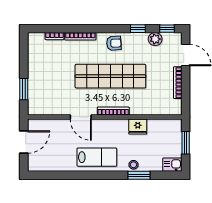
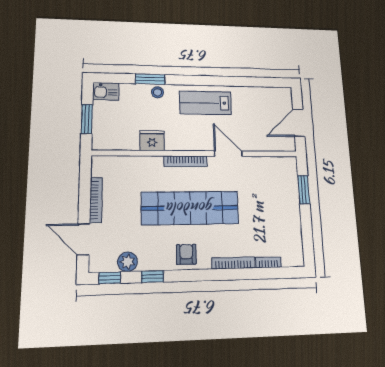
armchair: (114, 43) -> (186, 254), turned 93

